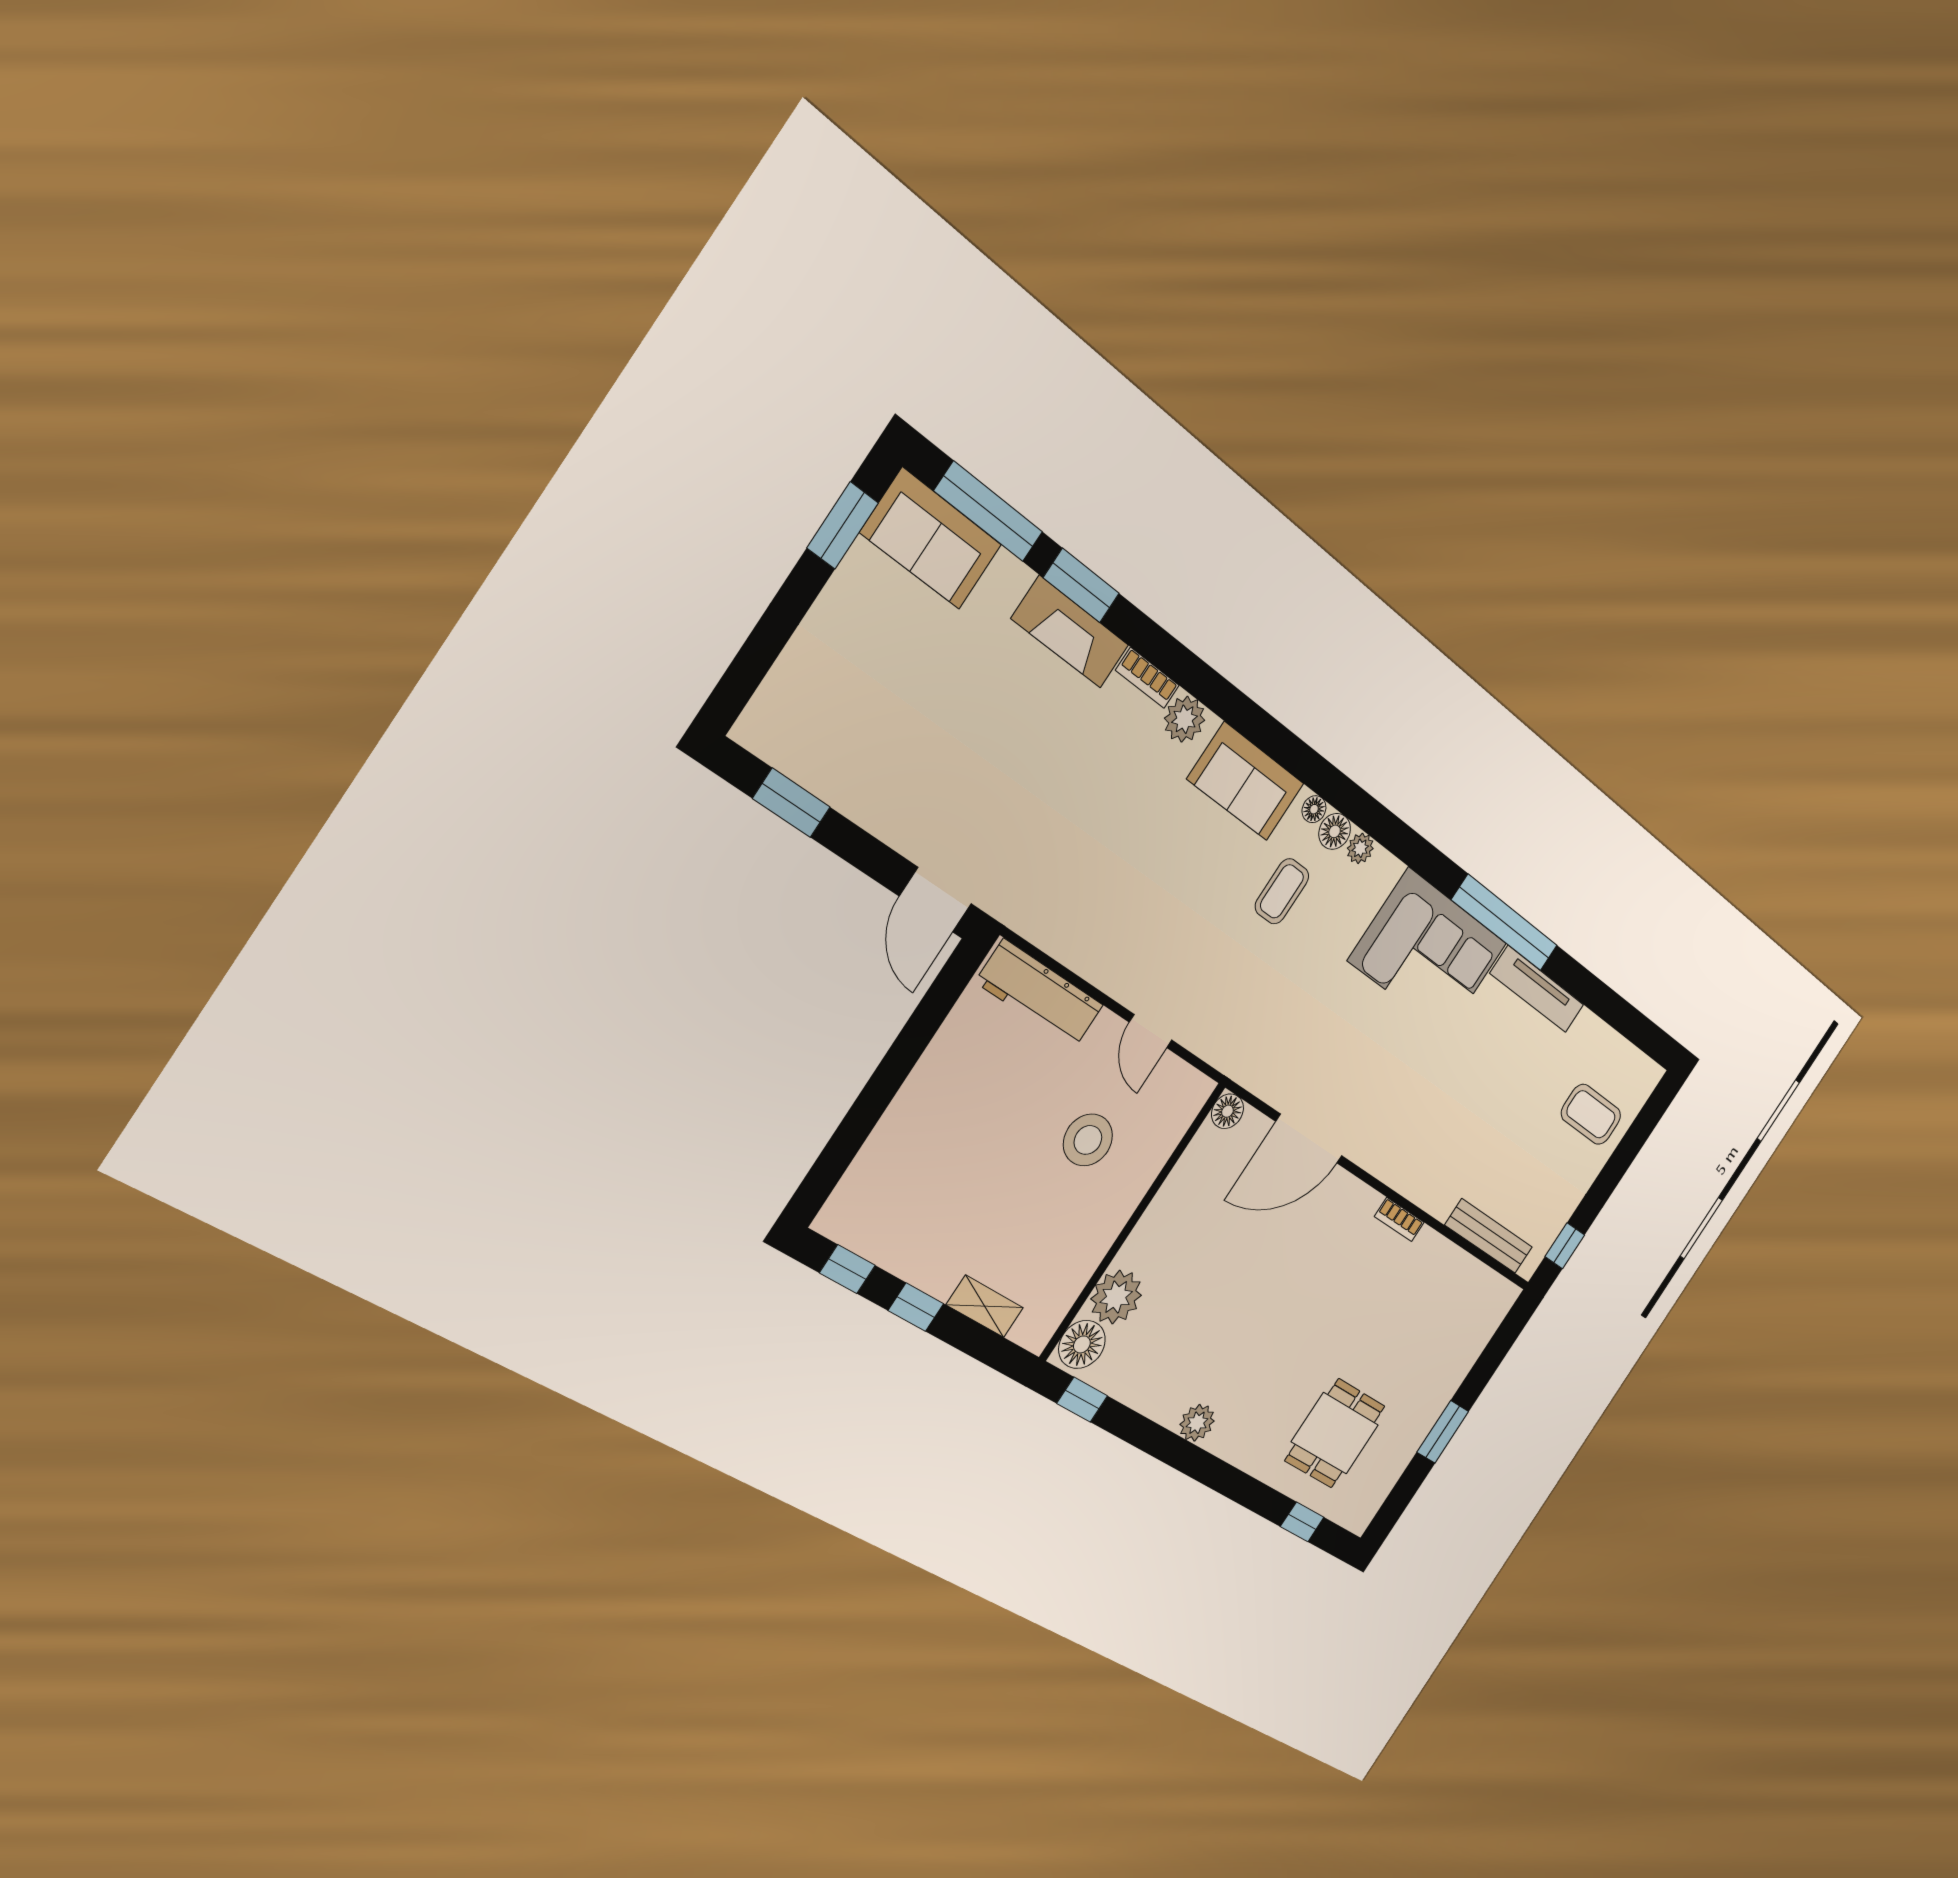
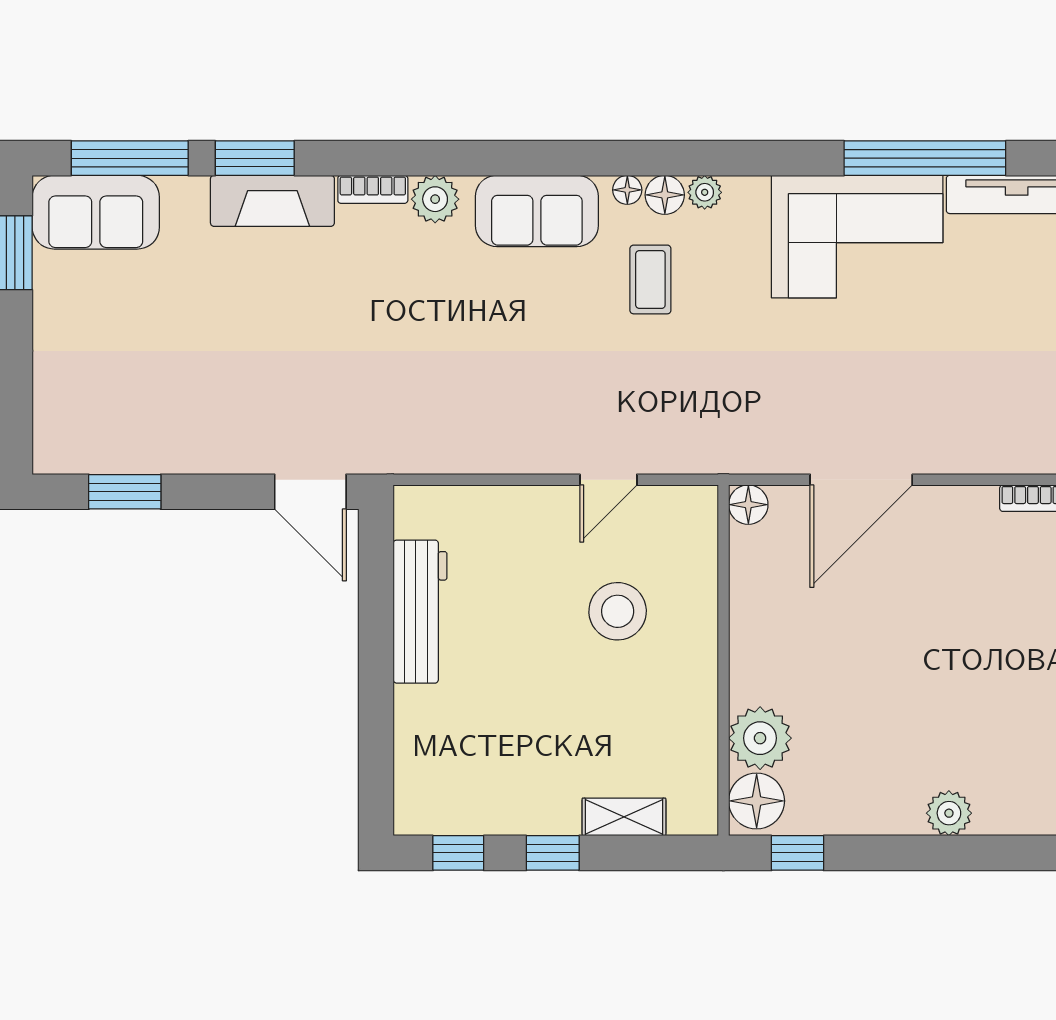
workbench: (1040, 994) -> (420, 612), moved, turned -90
door: (1151, 1031) -> (608, 480), hinge flipped

